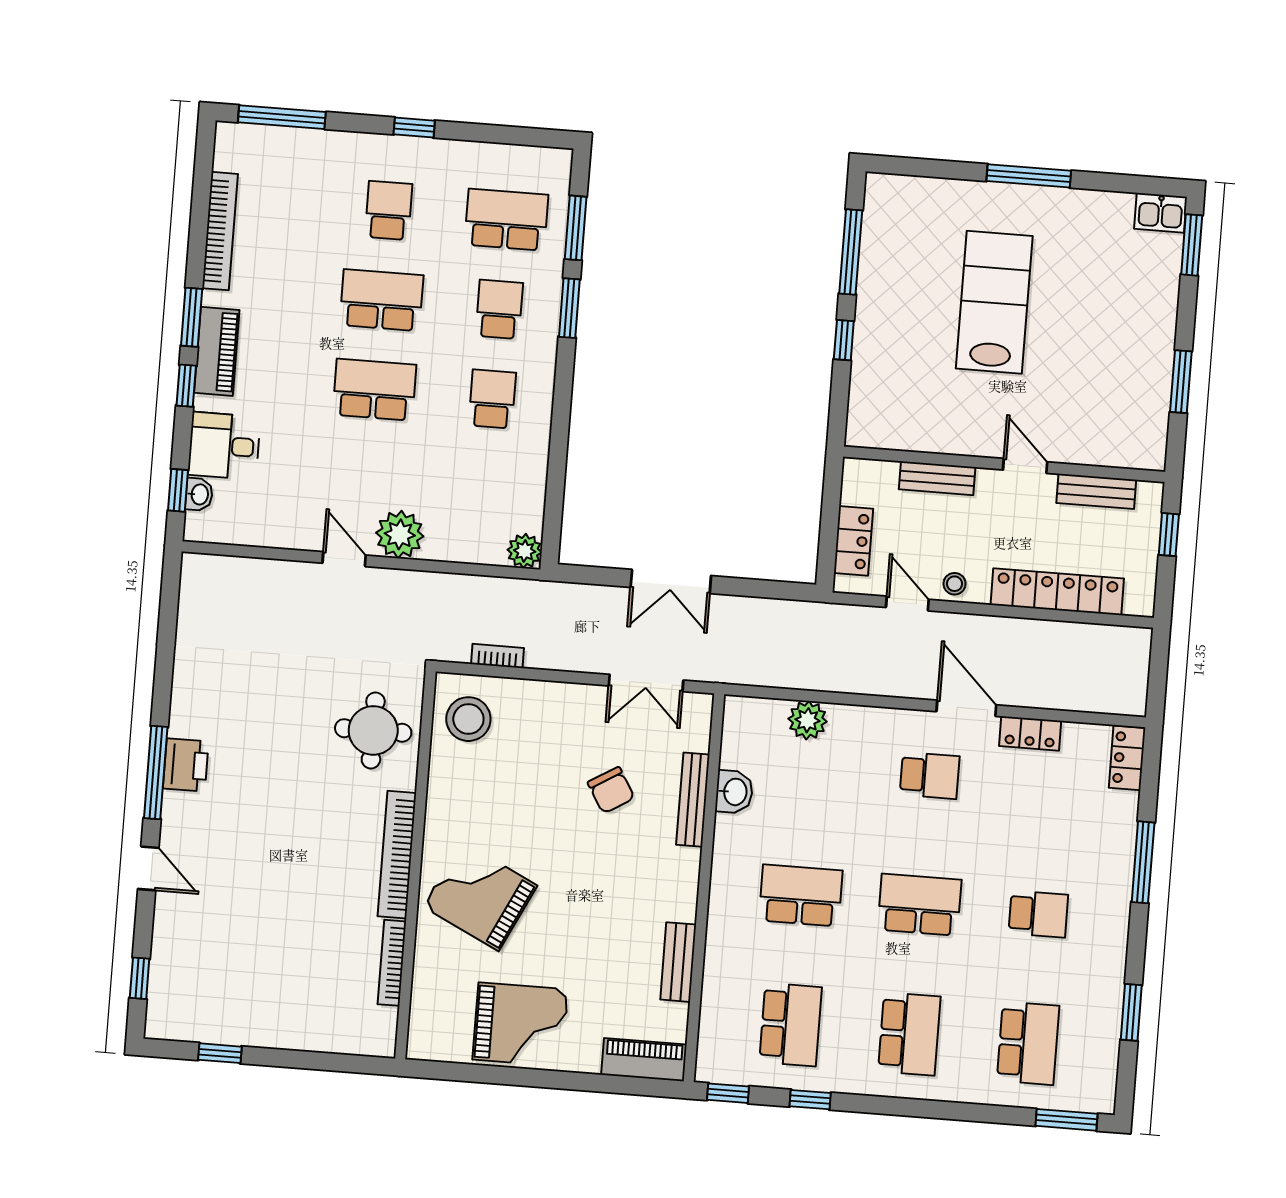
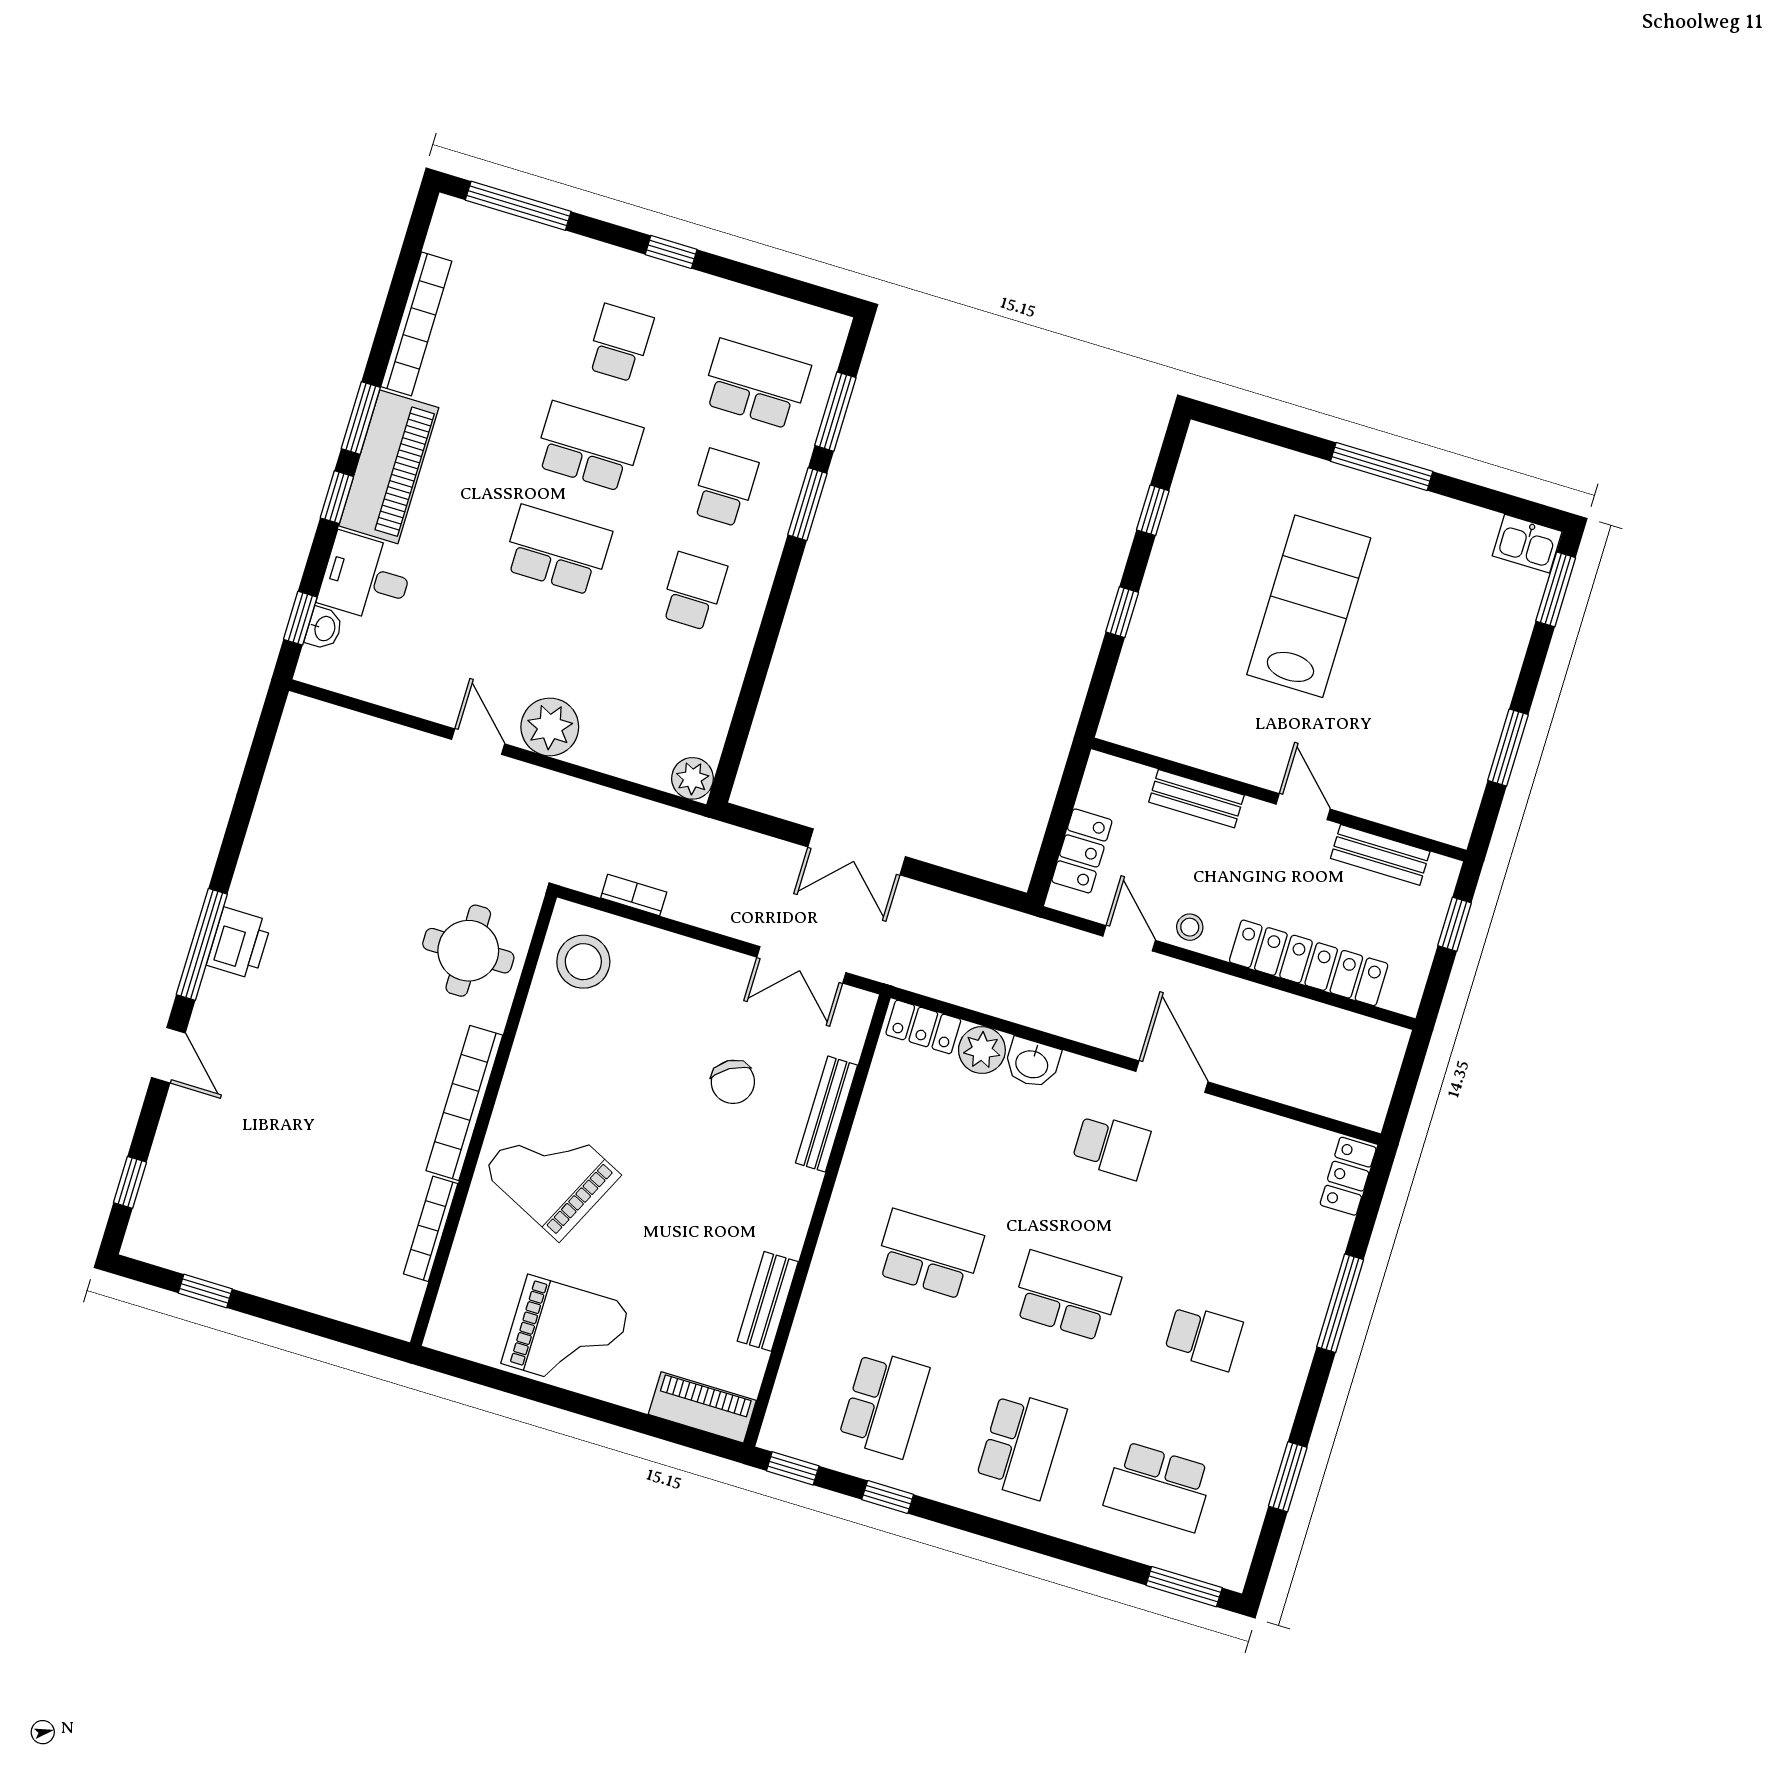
window: (851, 252) -> (1153, 510), width x0.46
piano: (217, 351) -> (389, 467), width x1.37, depth x1.33
locker: (1030, 733) -> (923, 1027), moved
washbasin: (734, 792) -> (1032, 1063), moved, turned 90
school desk: (1028, 1043) -> (1159, 1487), turned 90

